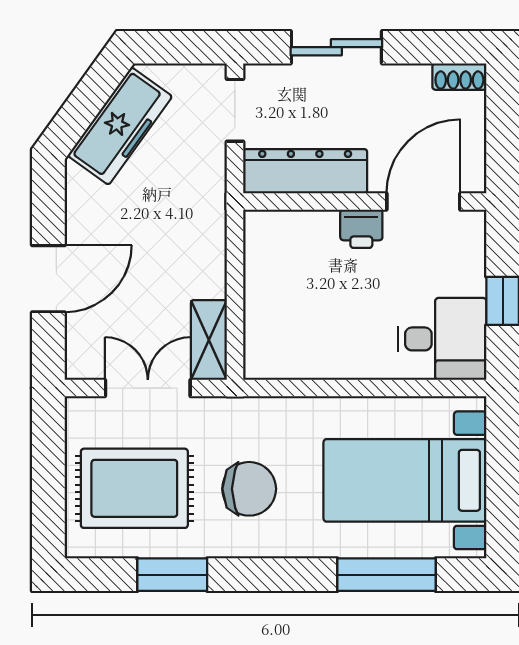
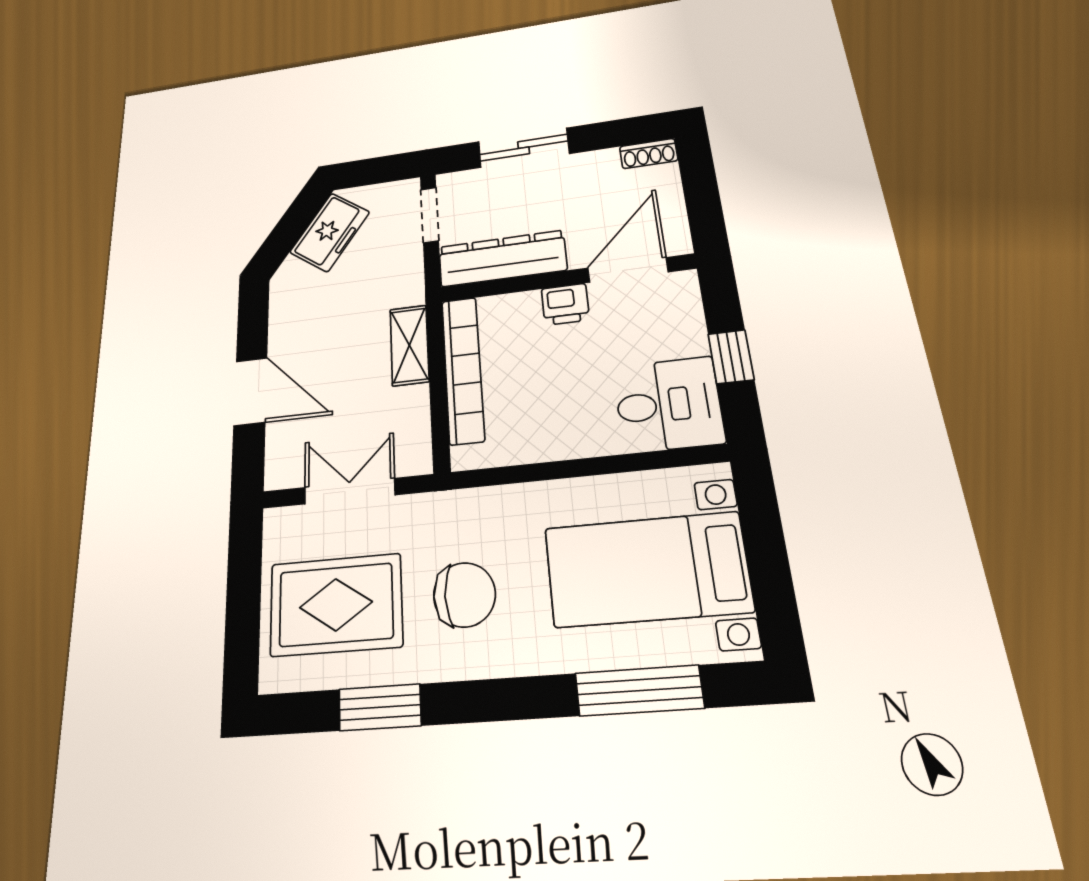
freezer: (120, 126) -> (330, 232), width x0.71
door: (48, 279) -> (250, 391), hinge flipped
bookcase: (260, 282) -> (463, 369), added
shelving: (209, 340) -> (409, 345), moved

